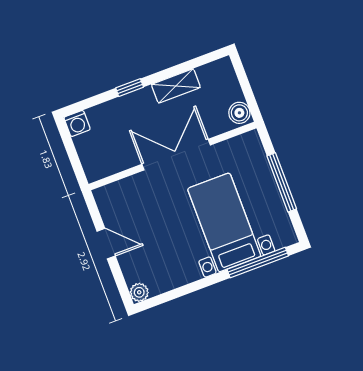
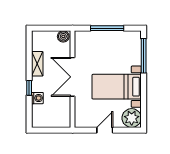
washing machine: (77, 123) -> (37, 98), moved
bed with nightstands: (224, 222) -> (117, 87), moved
plant: (139, 292) -> (132, 118), width x1.87, depth x1.87

